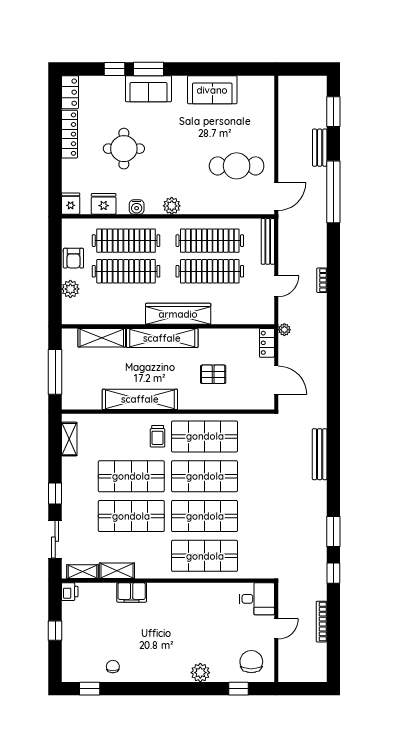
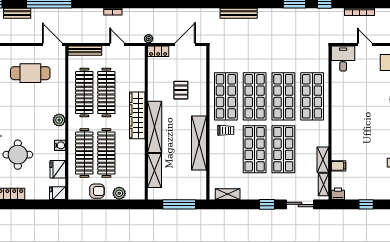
cafe table: (237, 166) -> (30, 73), turned 90
filing cabinet: (132, 592) -> (339, 166), moved, width x0.50

